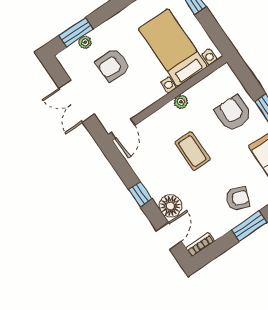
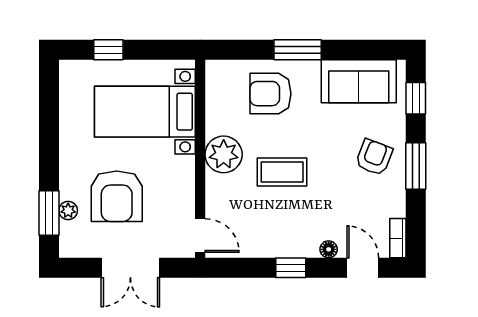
armchair: (113, 65) -> (117, 196), width x1.36, depth x1.36
plant: (181, 102) -> (224, 154), width x1.88, depth x1.88
floor lamp: (170, 206) -> (329, 249), width x0.53, depth x0.53

